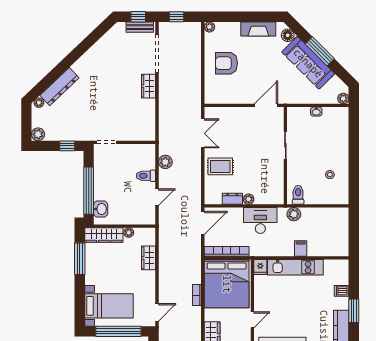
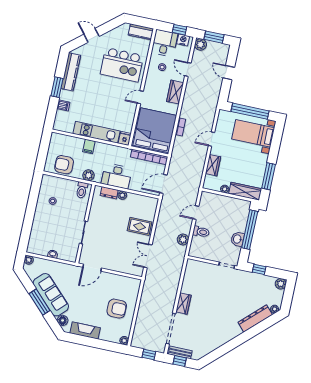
dresser: (232, 199) -> (109, 193), moved
washbasin: (101, 209) -> (237, 239), moved
armchair: (326, 221) -> (64, 165), added
door: (157, 312) -> (211, 139), moved

